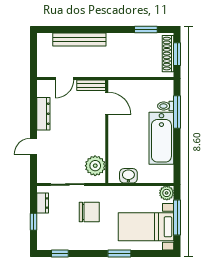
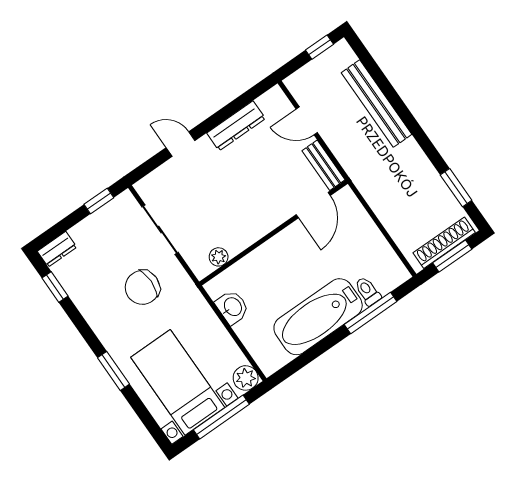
window: (34, 48) -> (320, 47), added
plant: (95, 166) -> (219, 257), width x0.53, depth x0.53
dresser: (43, 203) -> (57, 249), moved
chair: (89, 212) -> (142, 287), turned 90
window: (34, 222) -> (99, 201), moved

